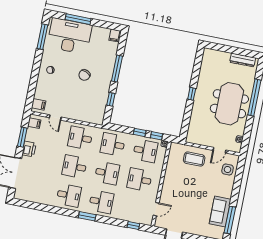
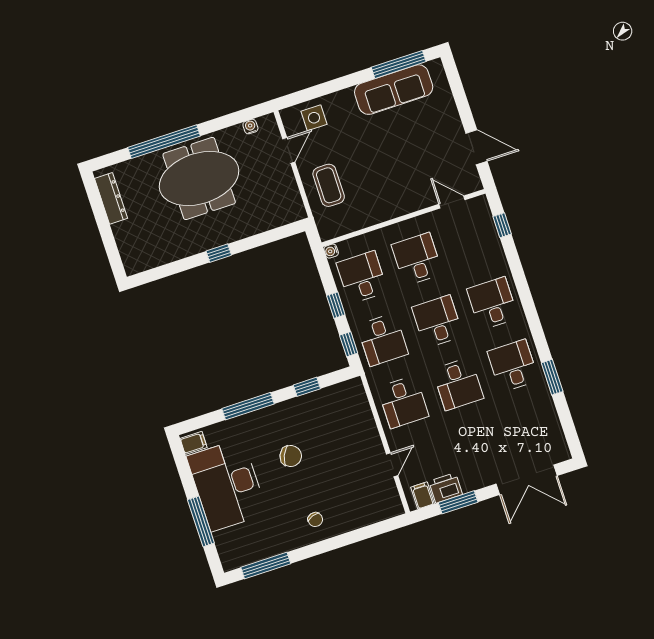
desk: (70, 36) -> (227, 485), moved
filing cabinet: (39, 104) -> (386, 506), removed
window: (157, 136) -> (349, 344), moved
printer: (29, 149) -> (446, 488), moved
door: (219, 150) -> (289, 150), hinge flipped
desk: (140, 180) -> (417, 259), turned 180
sofa: (220, 212) -> (394, 90), width x1.36
window: (87, 216) -> (552, 377), moved

